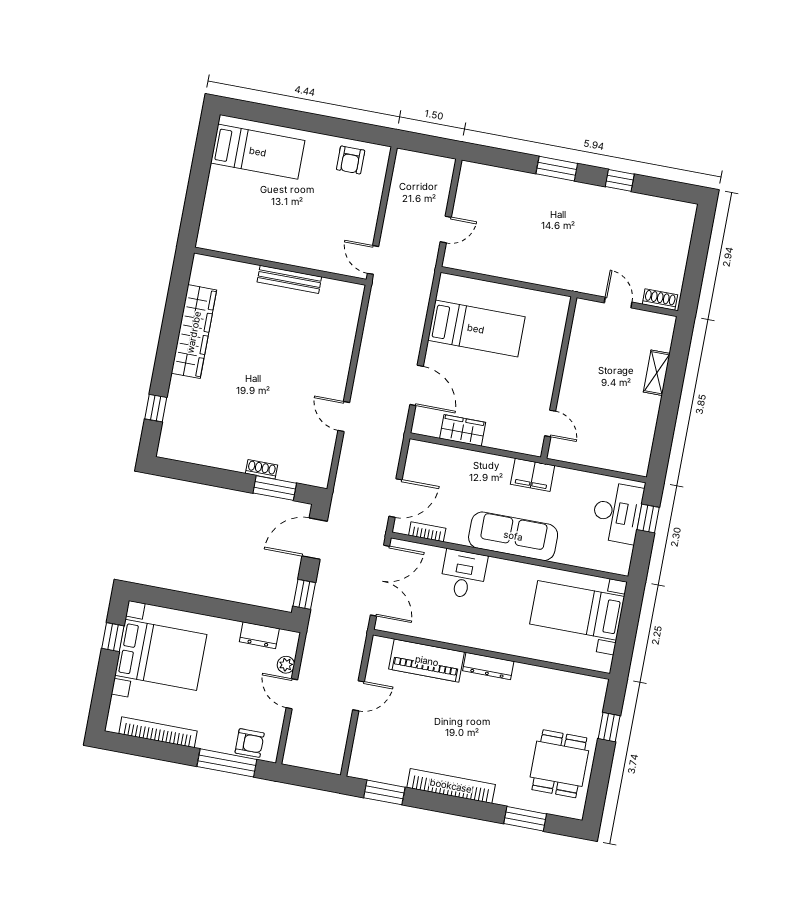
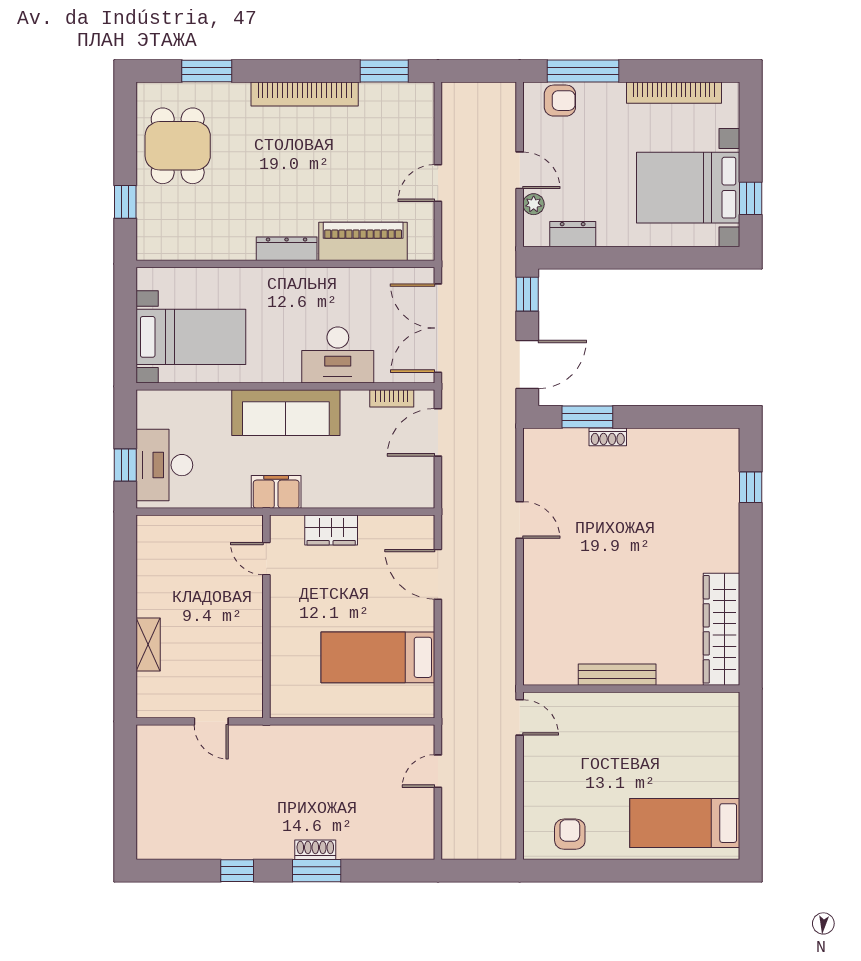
shoe rack: (660, 300) -> (315, 850), moved, turned 180
wardrobe: (194, 332) -> (722, 629), moved
wardrobe: (463, 430) -> (331, 530), moved
desk: (463, 574) -> (338, 355), width x1.37
armchair: (250, 743) -> (560, 101), turned 180

